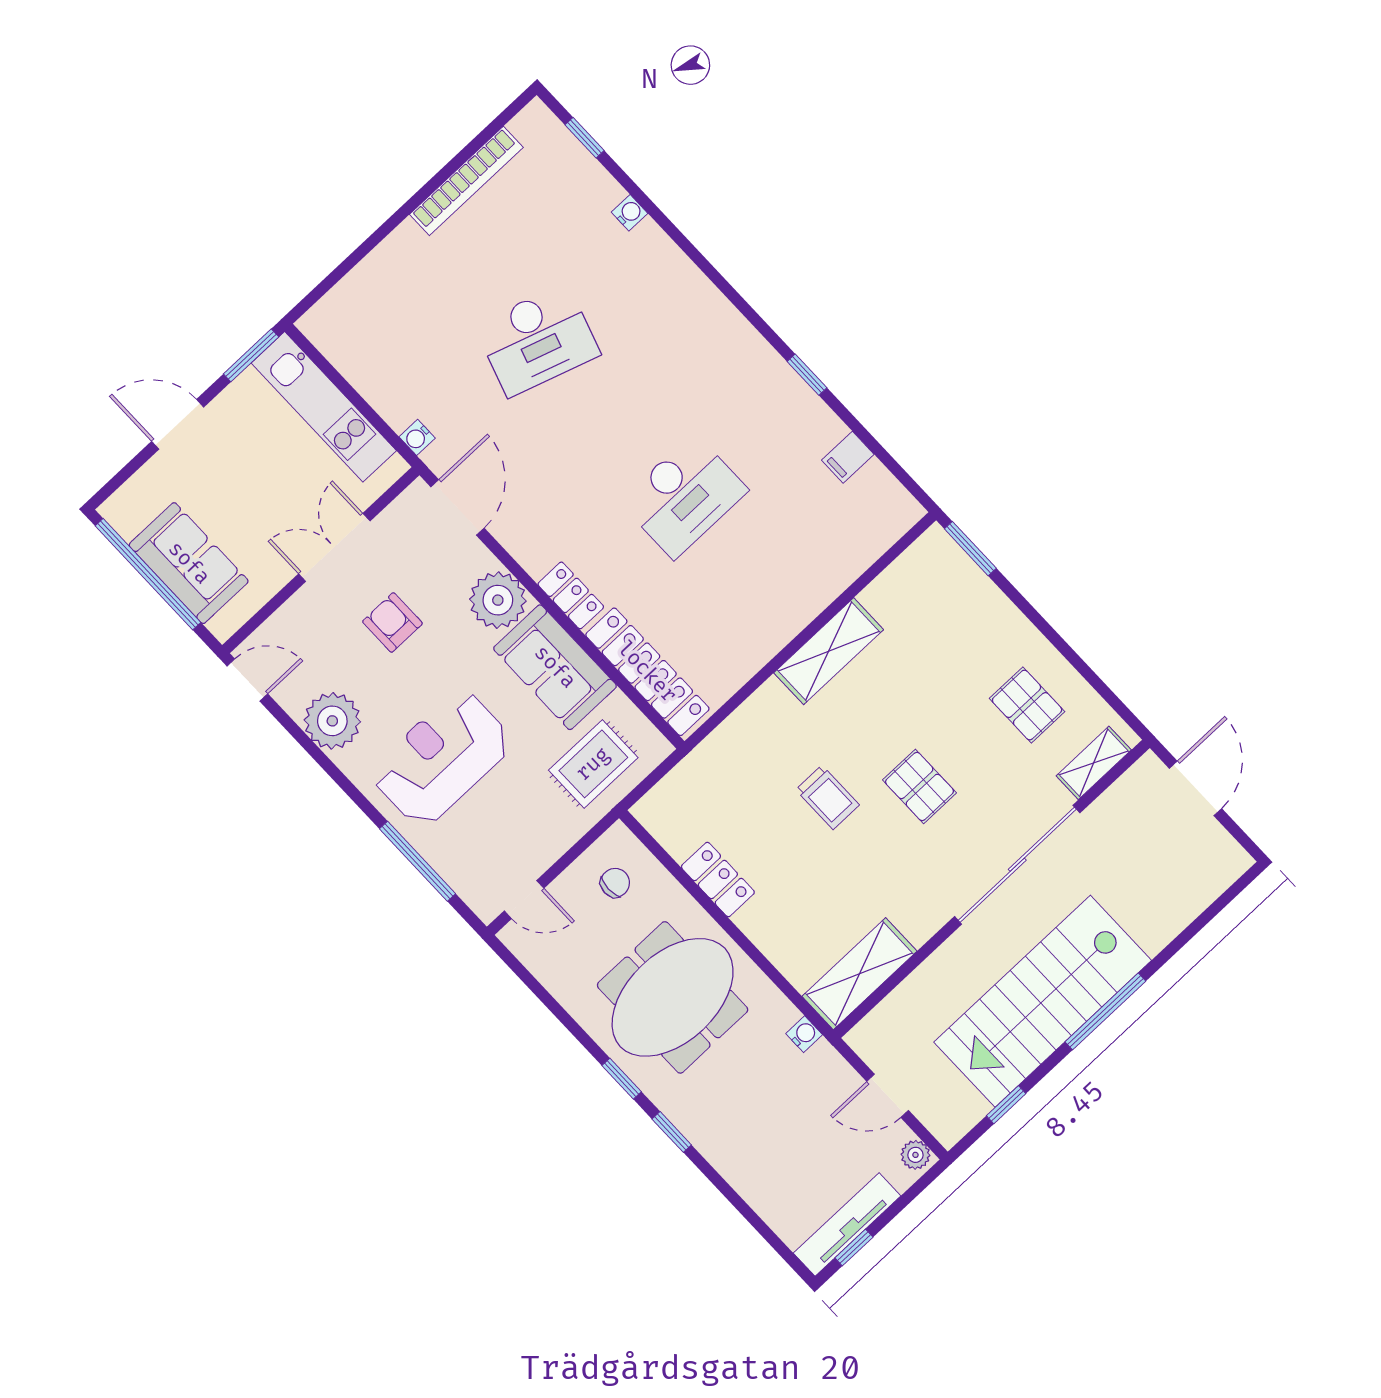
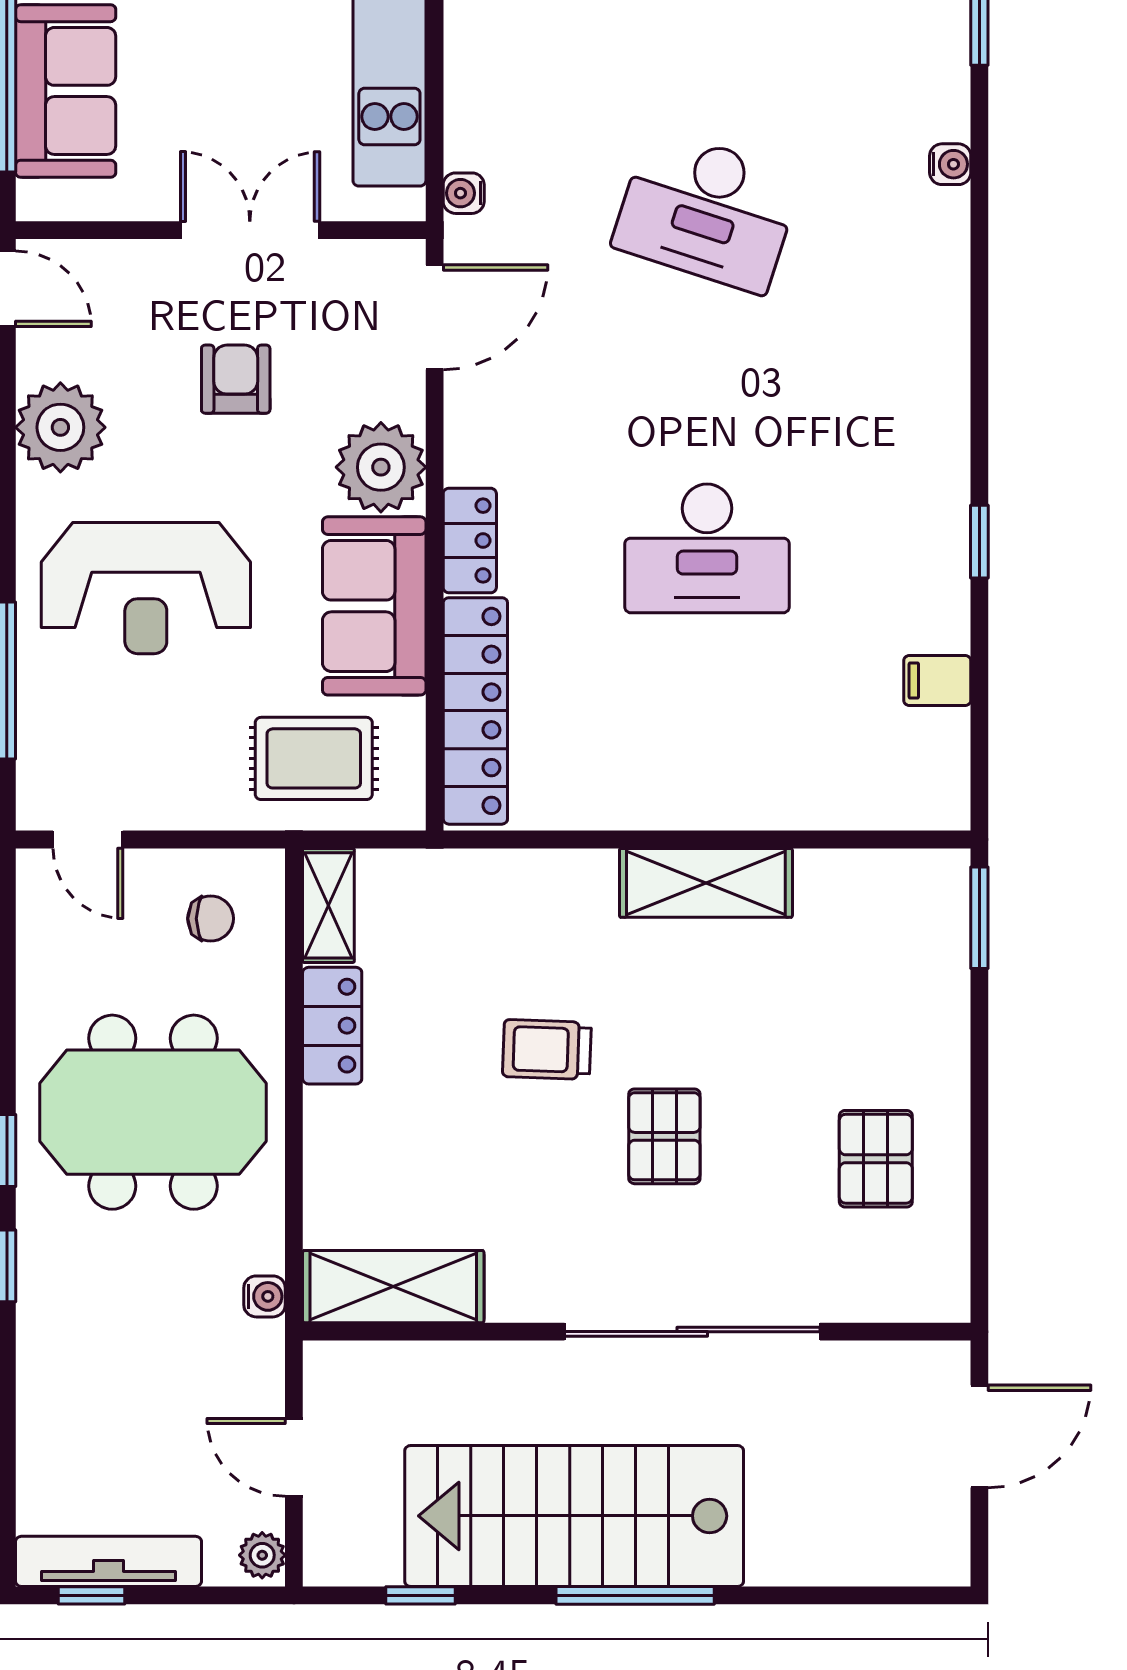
reception desk: (442, 758) -> (146, 588), turned 180
shelving: (1094, 763) -> (328, 905), moved, turned 90
trolley: (827, 797) -> (547, 1050), turned 92

